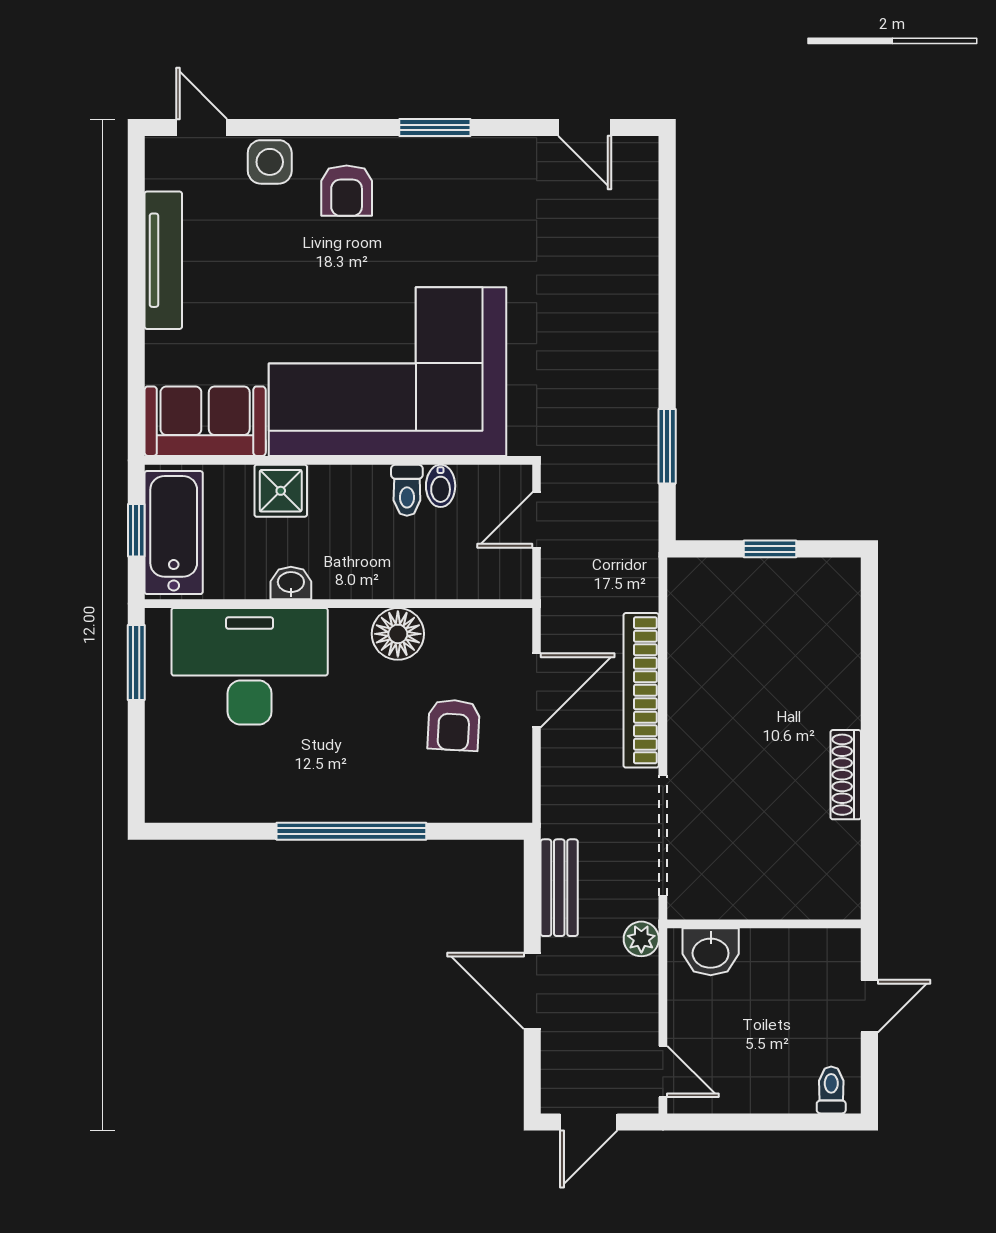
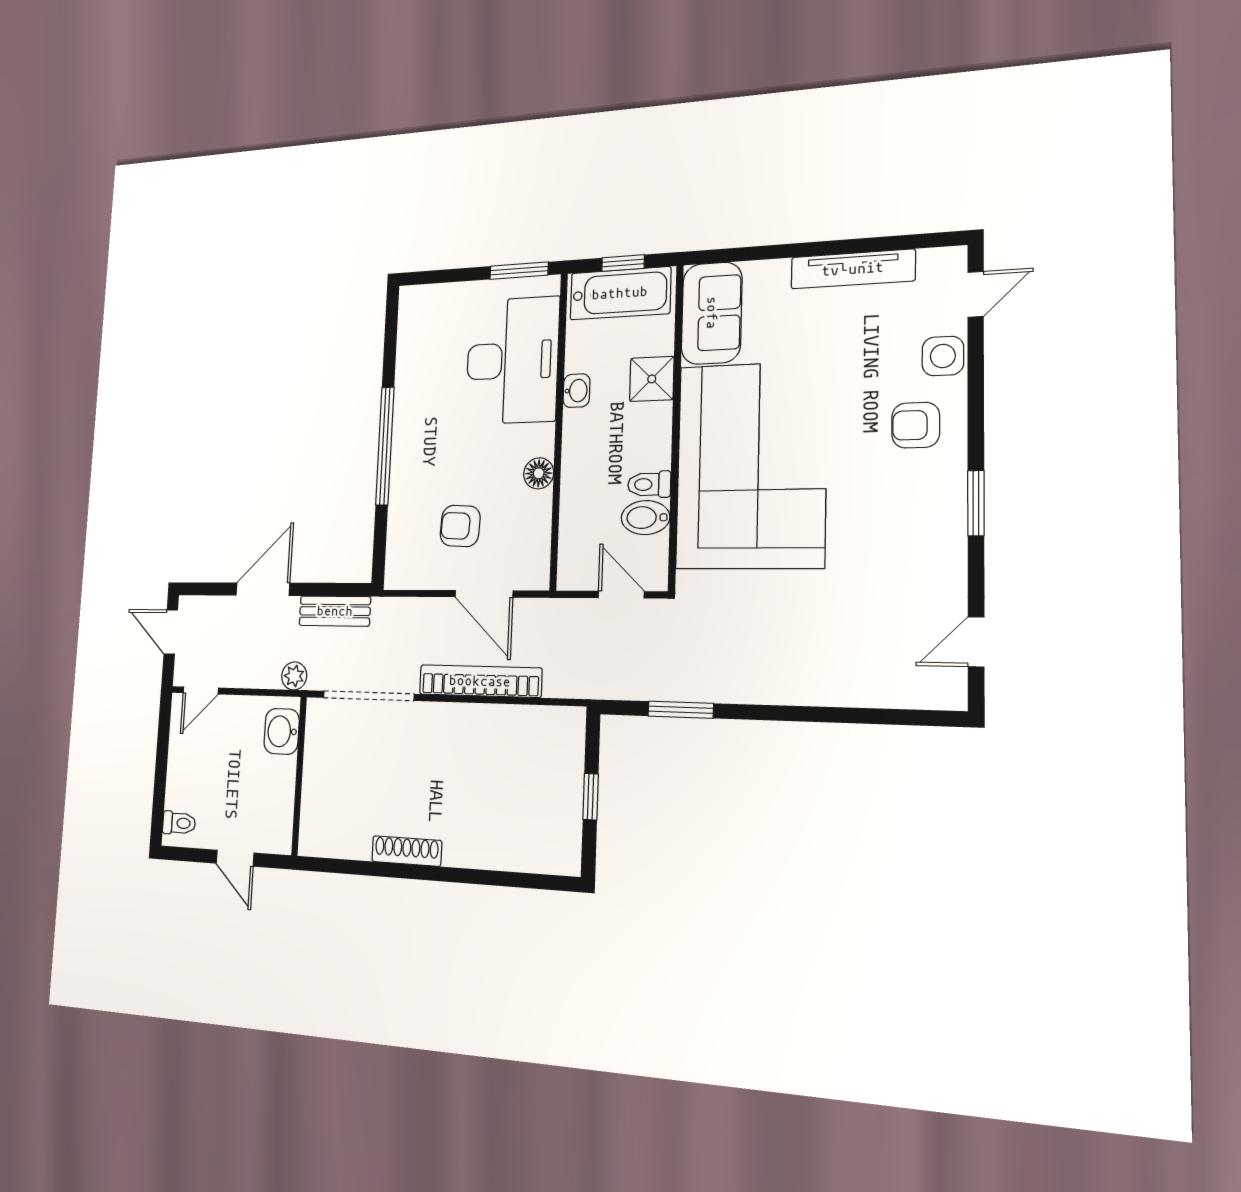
bidet: (441, 486) -> (645, 518), width x1.38, depth x1.36
floor lamp: (398, 634) -> (539, 473), width x0.73, depth x0.73

